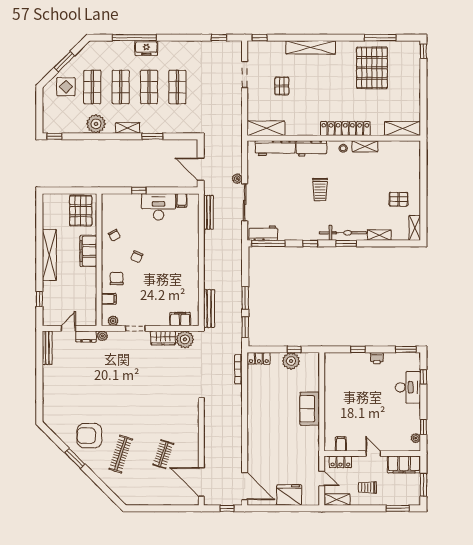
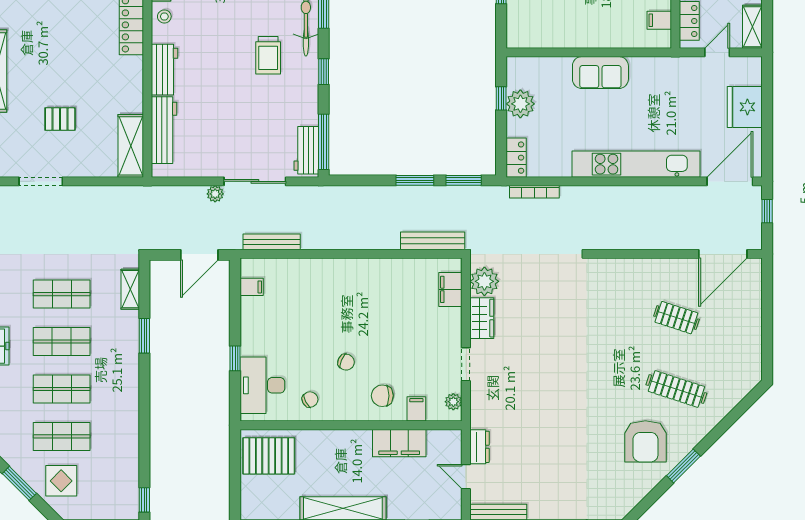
plant: (96, 124) -> (123, 430), removed
shelving: (128, 128) -> (130, 289), moved
trolley: (320, 190) -> (268, 55), moved, turned 90
desk: (159, 207) -> (262, 385), moved
filing cabinet: (88, 251) -> (399, 443), moved
plant: (102, 336) -> (478, 420), removed
kitchen unit: (255, 430) -> (636, 164), added

